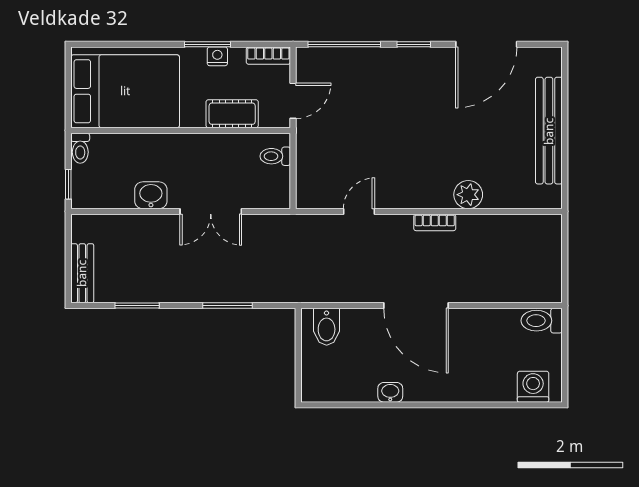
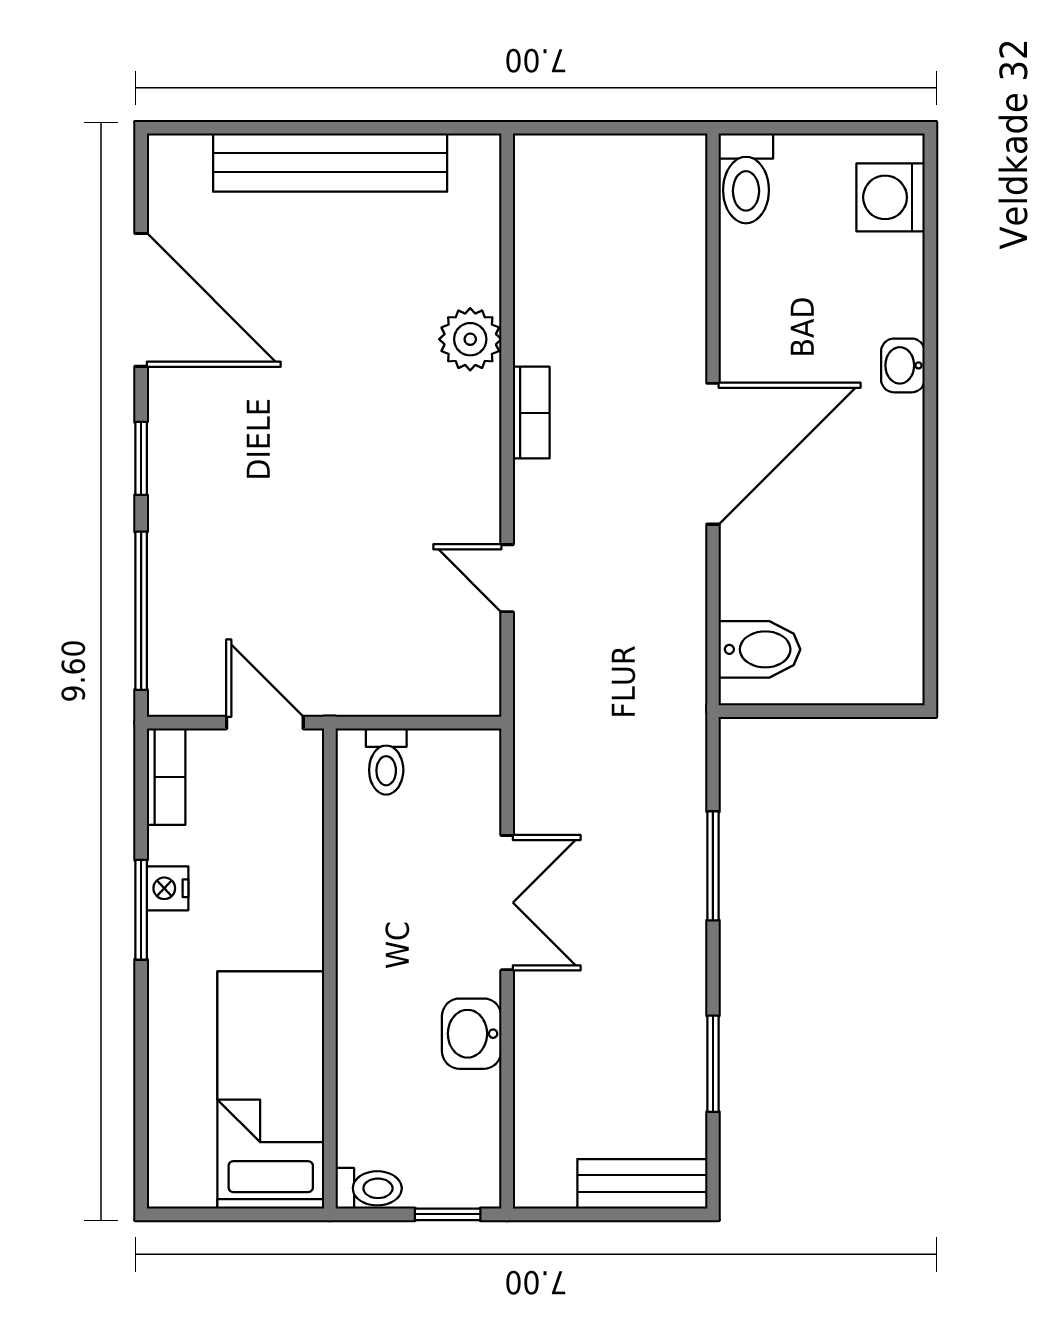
bed: (125, 91) -> (271, 1090), width x0.67
cot: (232, 114) -> (293, 856), removed
washbasin: (390, 392) -> (903, 365), moved

